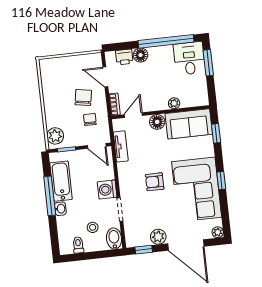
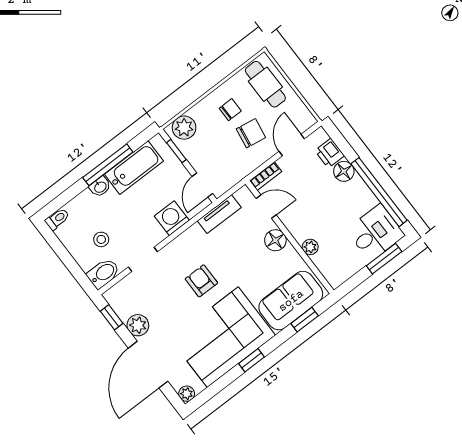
cafe table: (59, 71) -> (265, 84), added
chair: (90, 120) -> (230, 110), moved
sofa: (189, 124) -> (291, 301), moved, turned 90
washing machine: (107, 190) -> (172, 218), moved
toilet: (78, 245) -> (57, 219), moved

